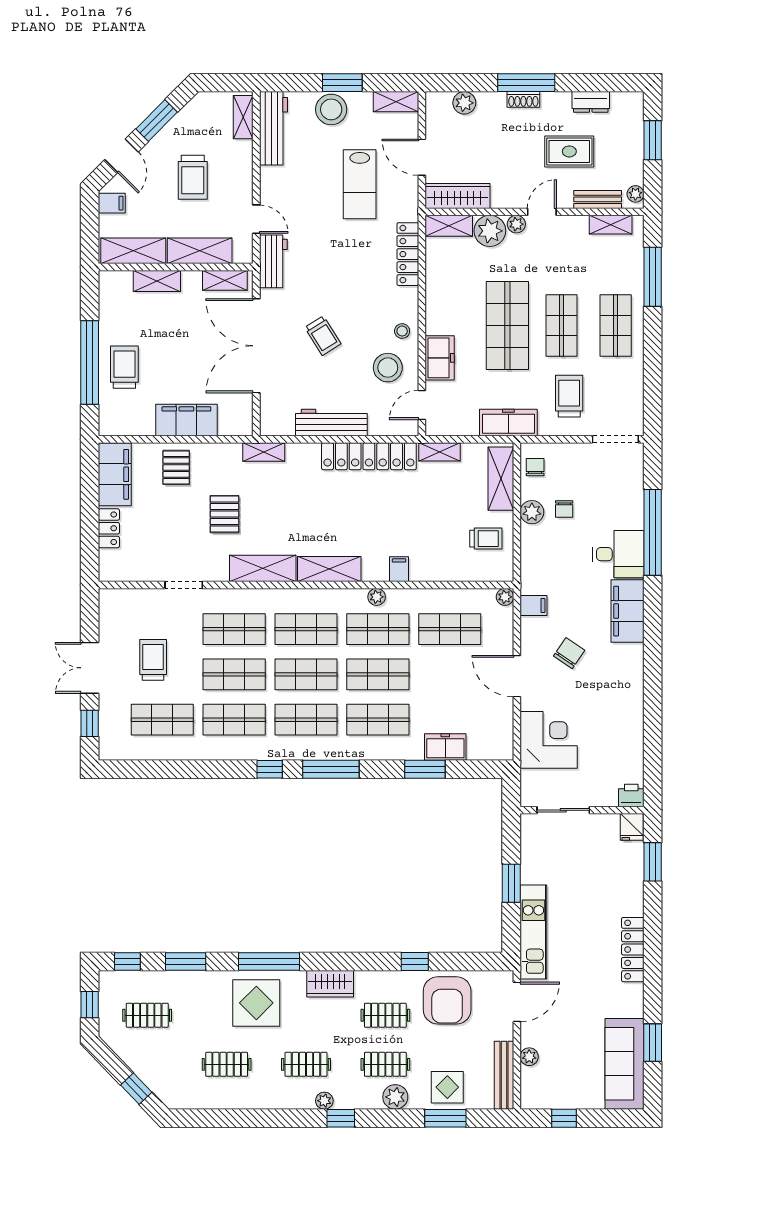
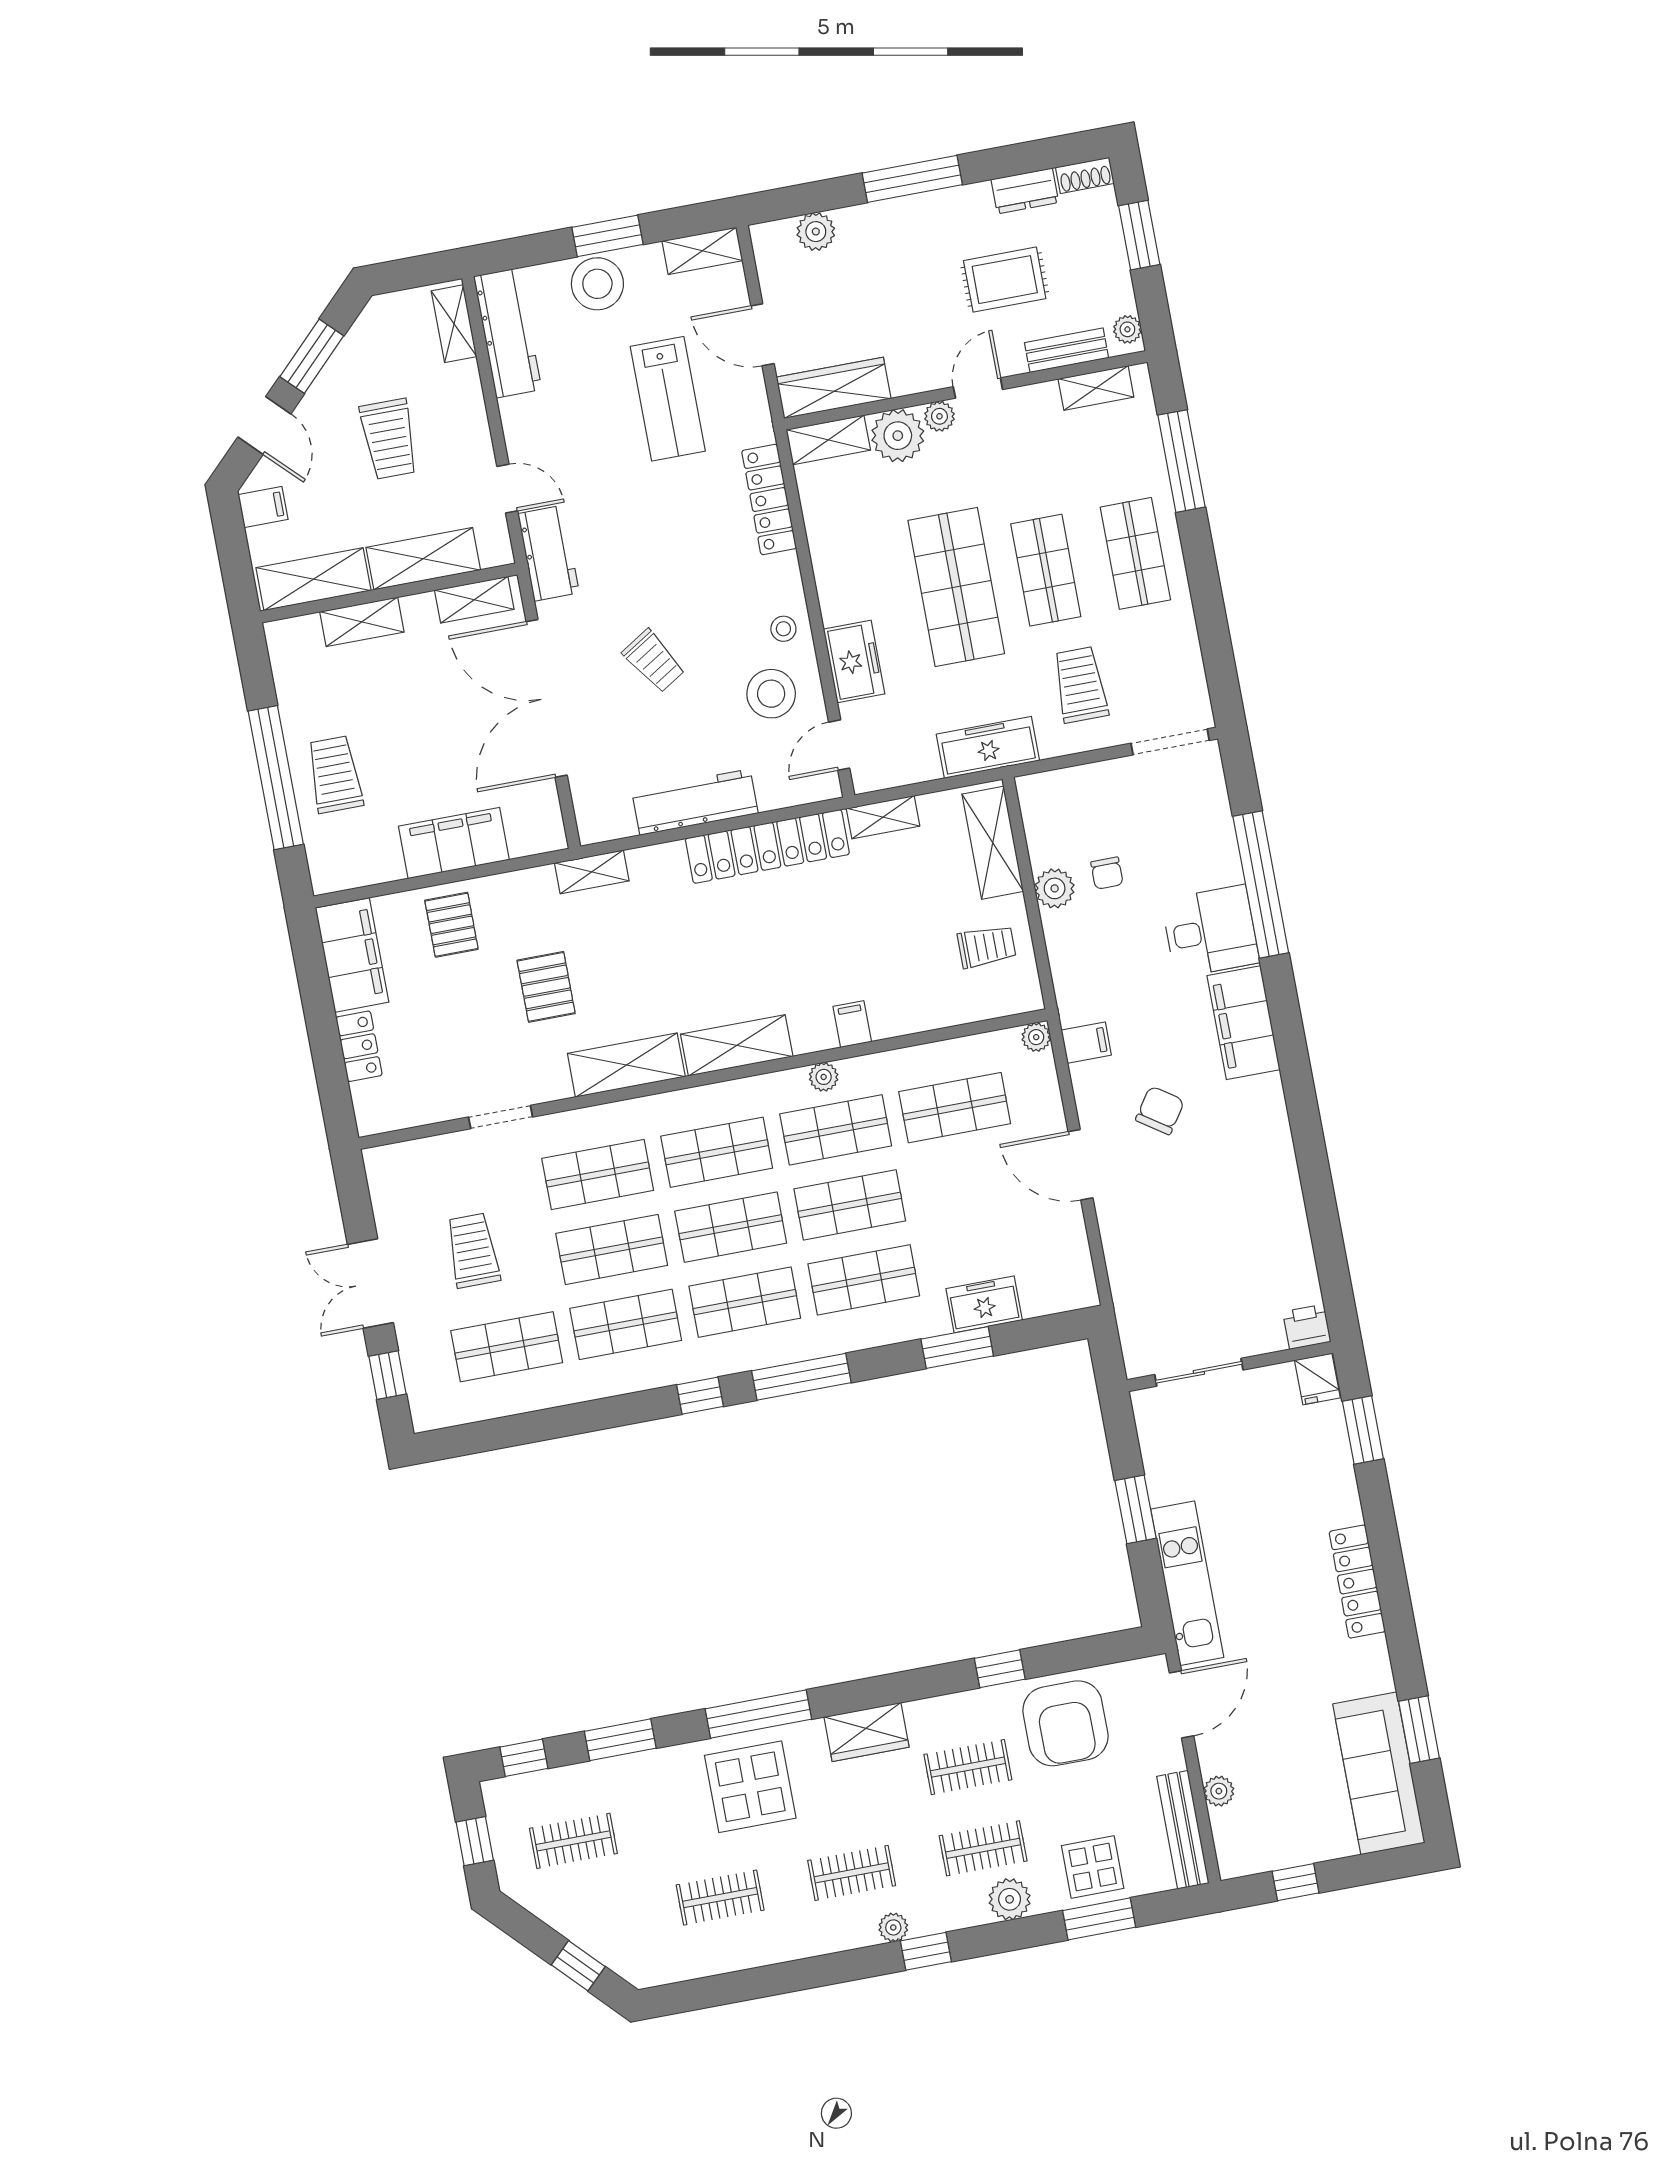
shoe rack: (523, 99) -> (1085, 175), moved
chair: (535, 467) -> (1046, 813), removed
corner desk: (549, 740) -> (1153, 1260), removed

